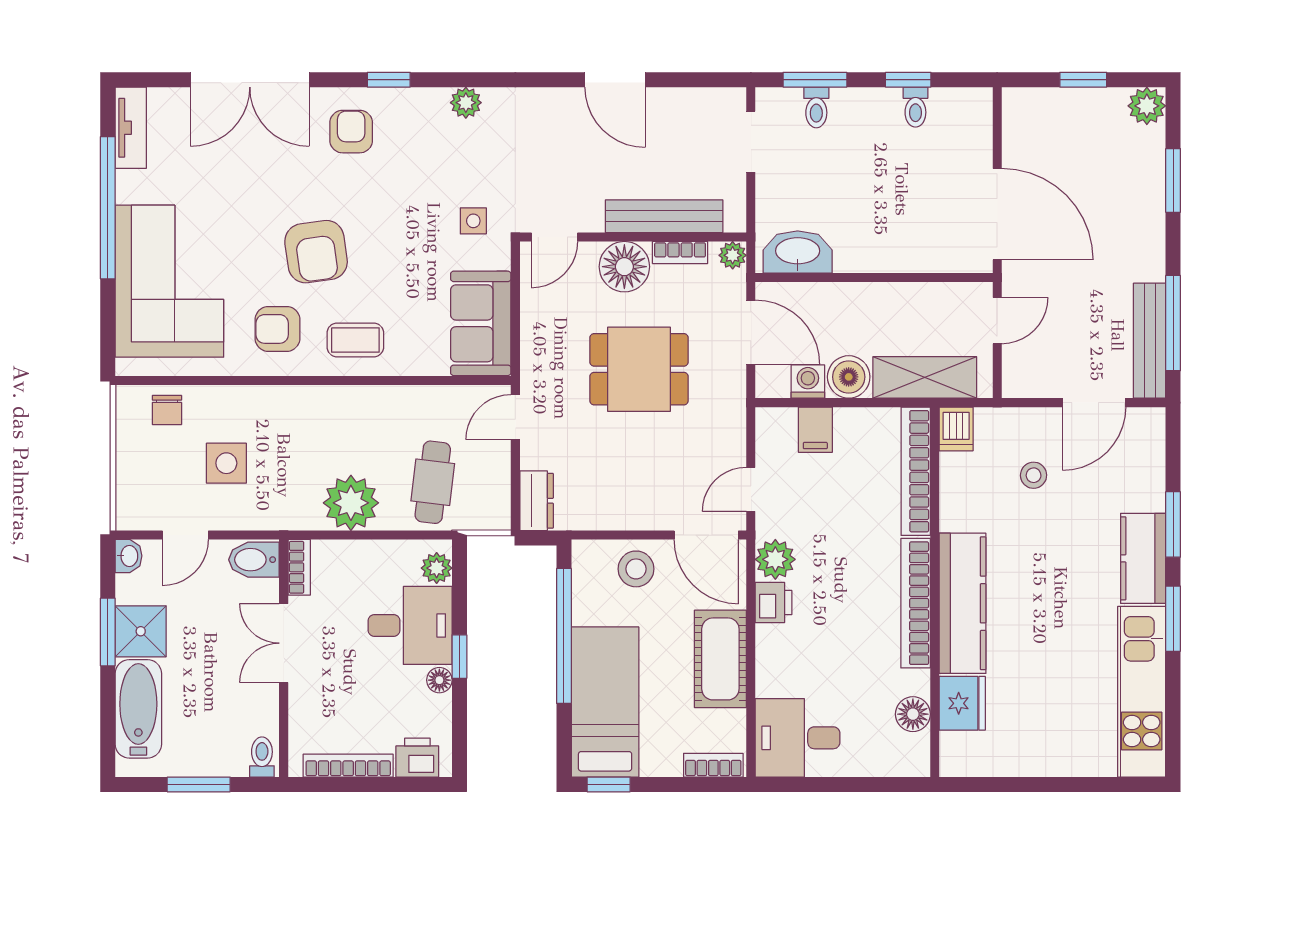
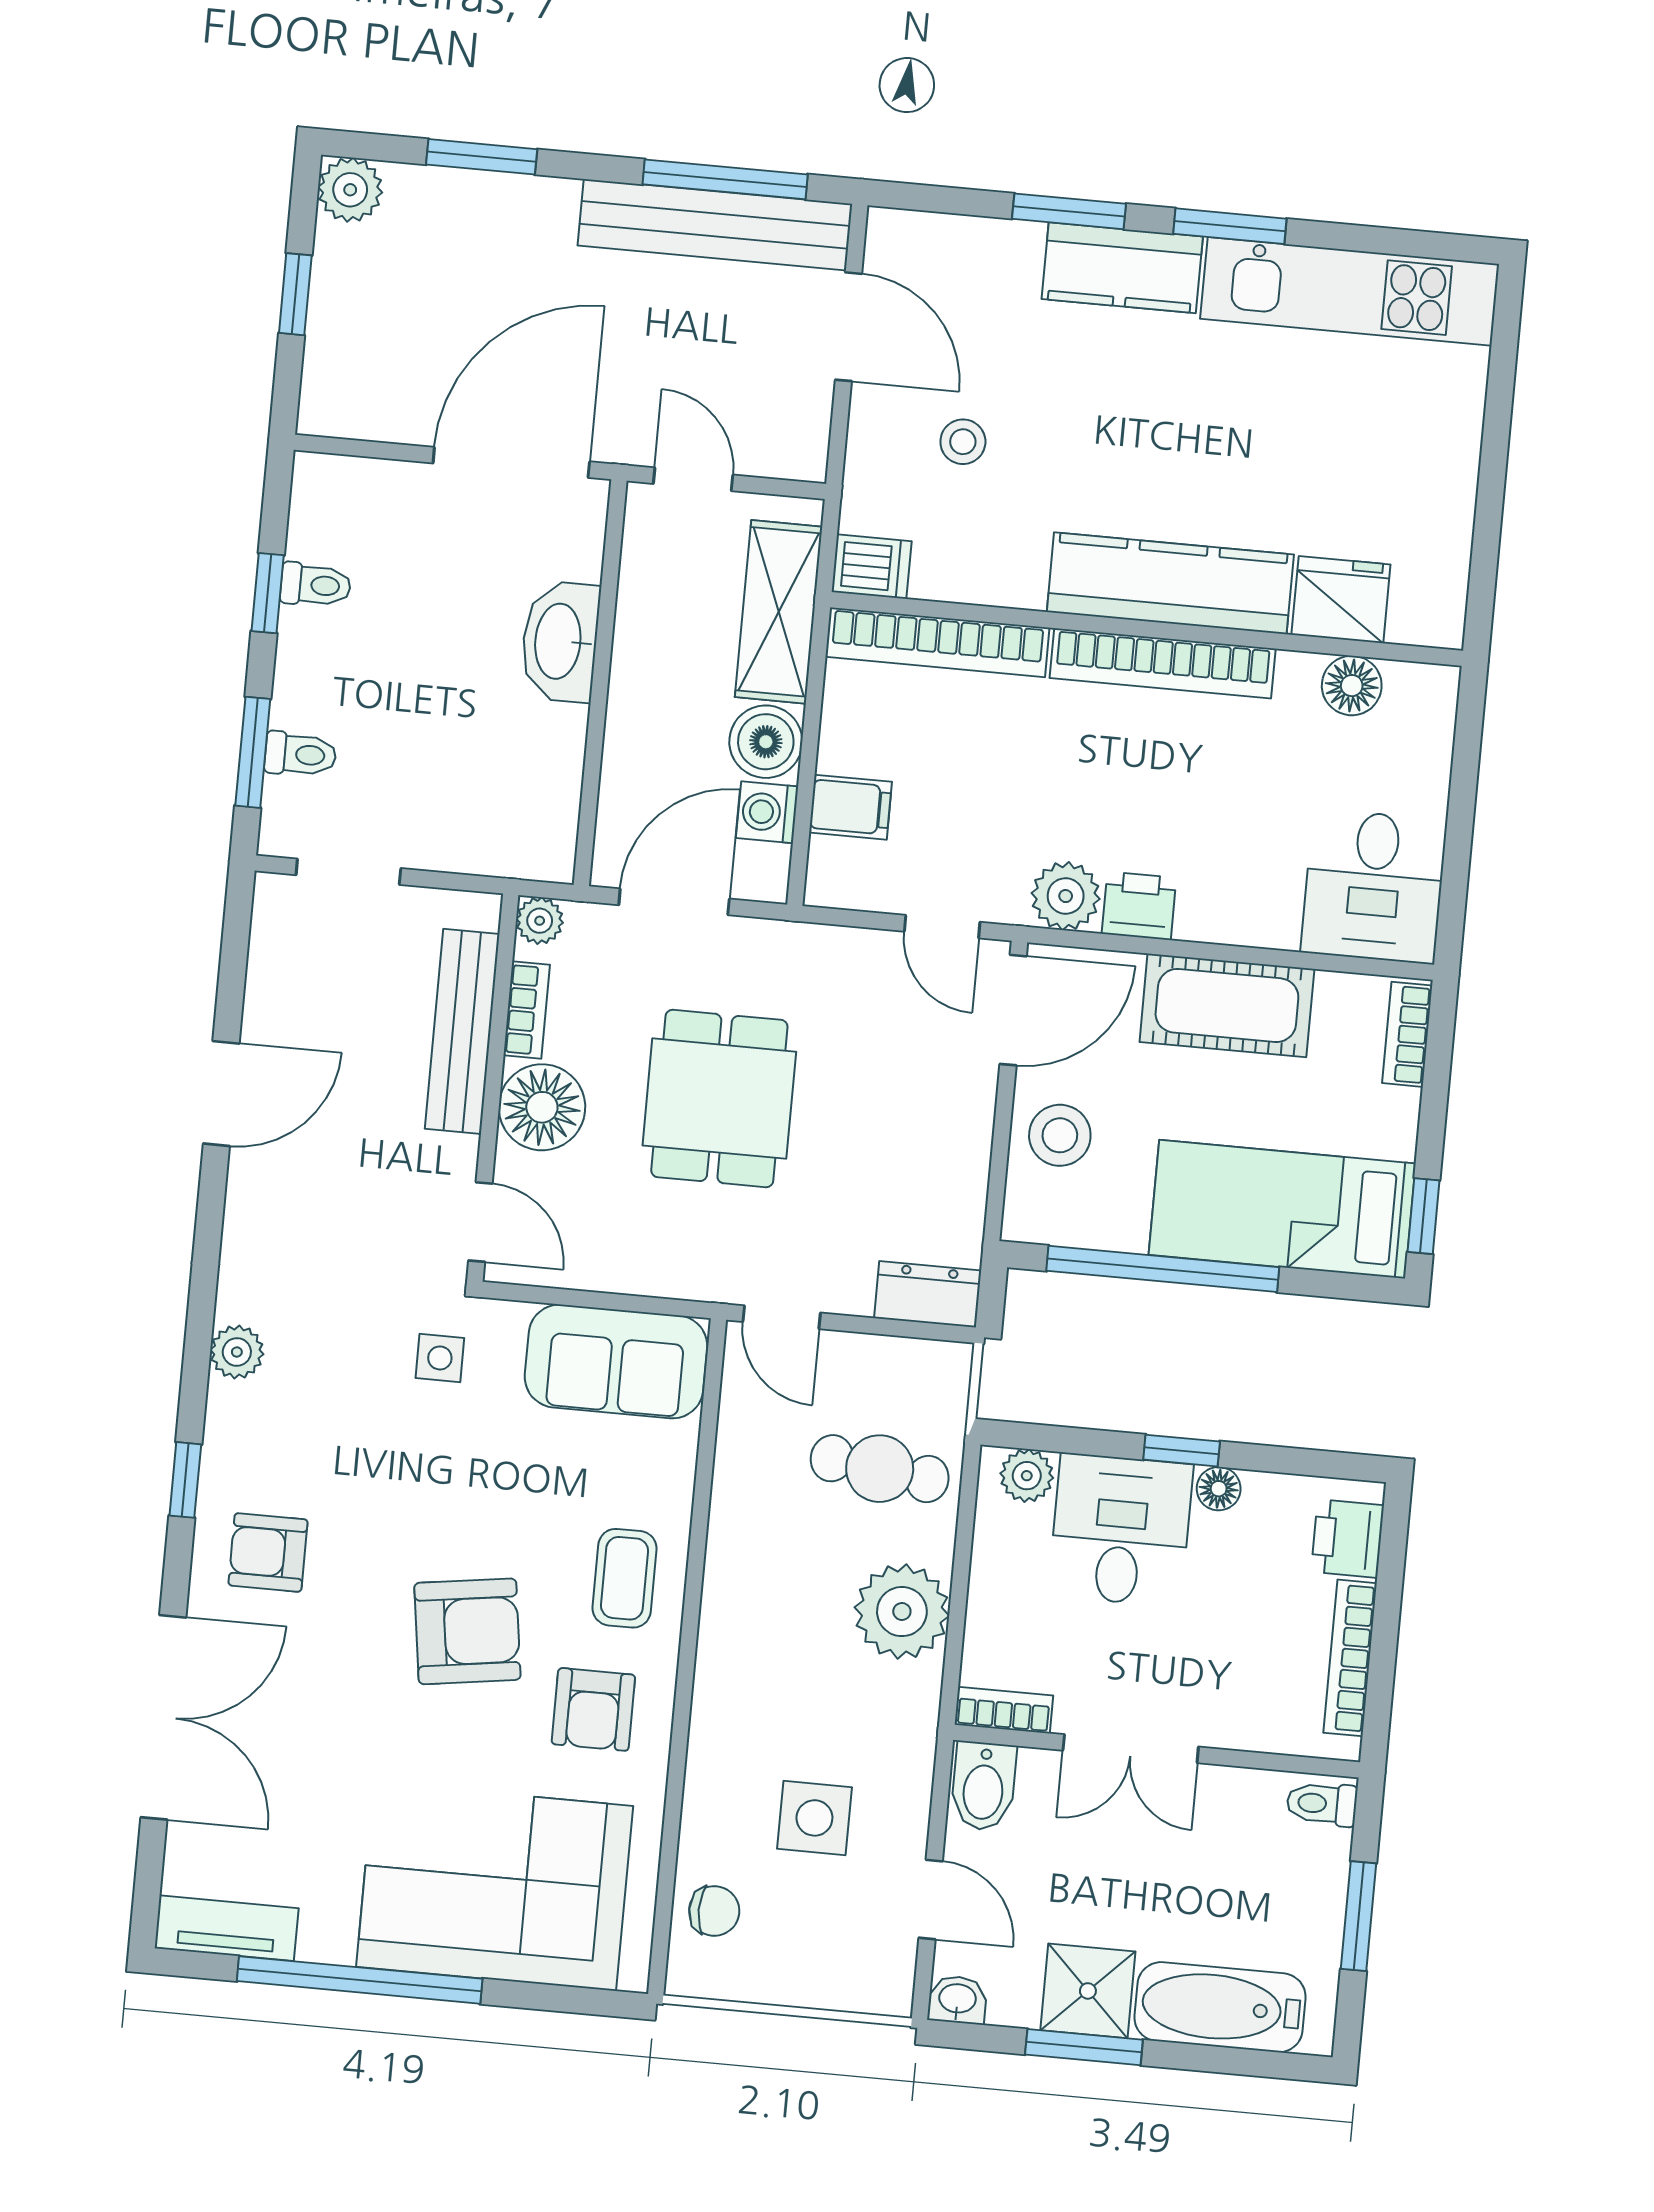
washbasin: (798, 252) -> (560, 641), moved
bench: (1150, 341) -> (715, 225), width x1.37, depth x1.21

